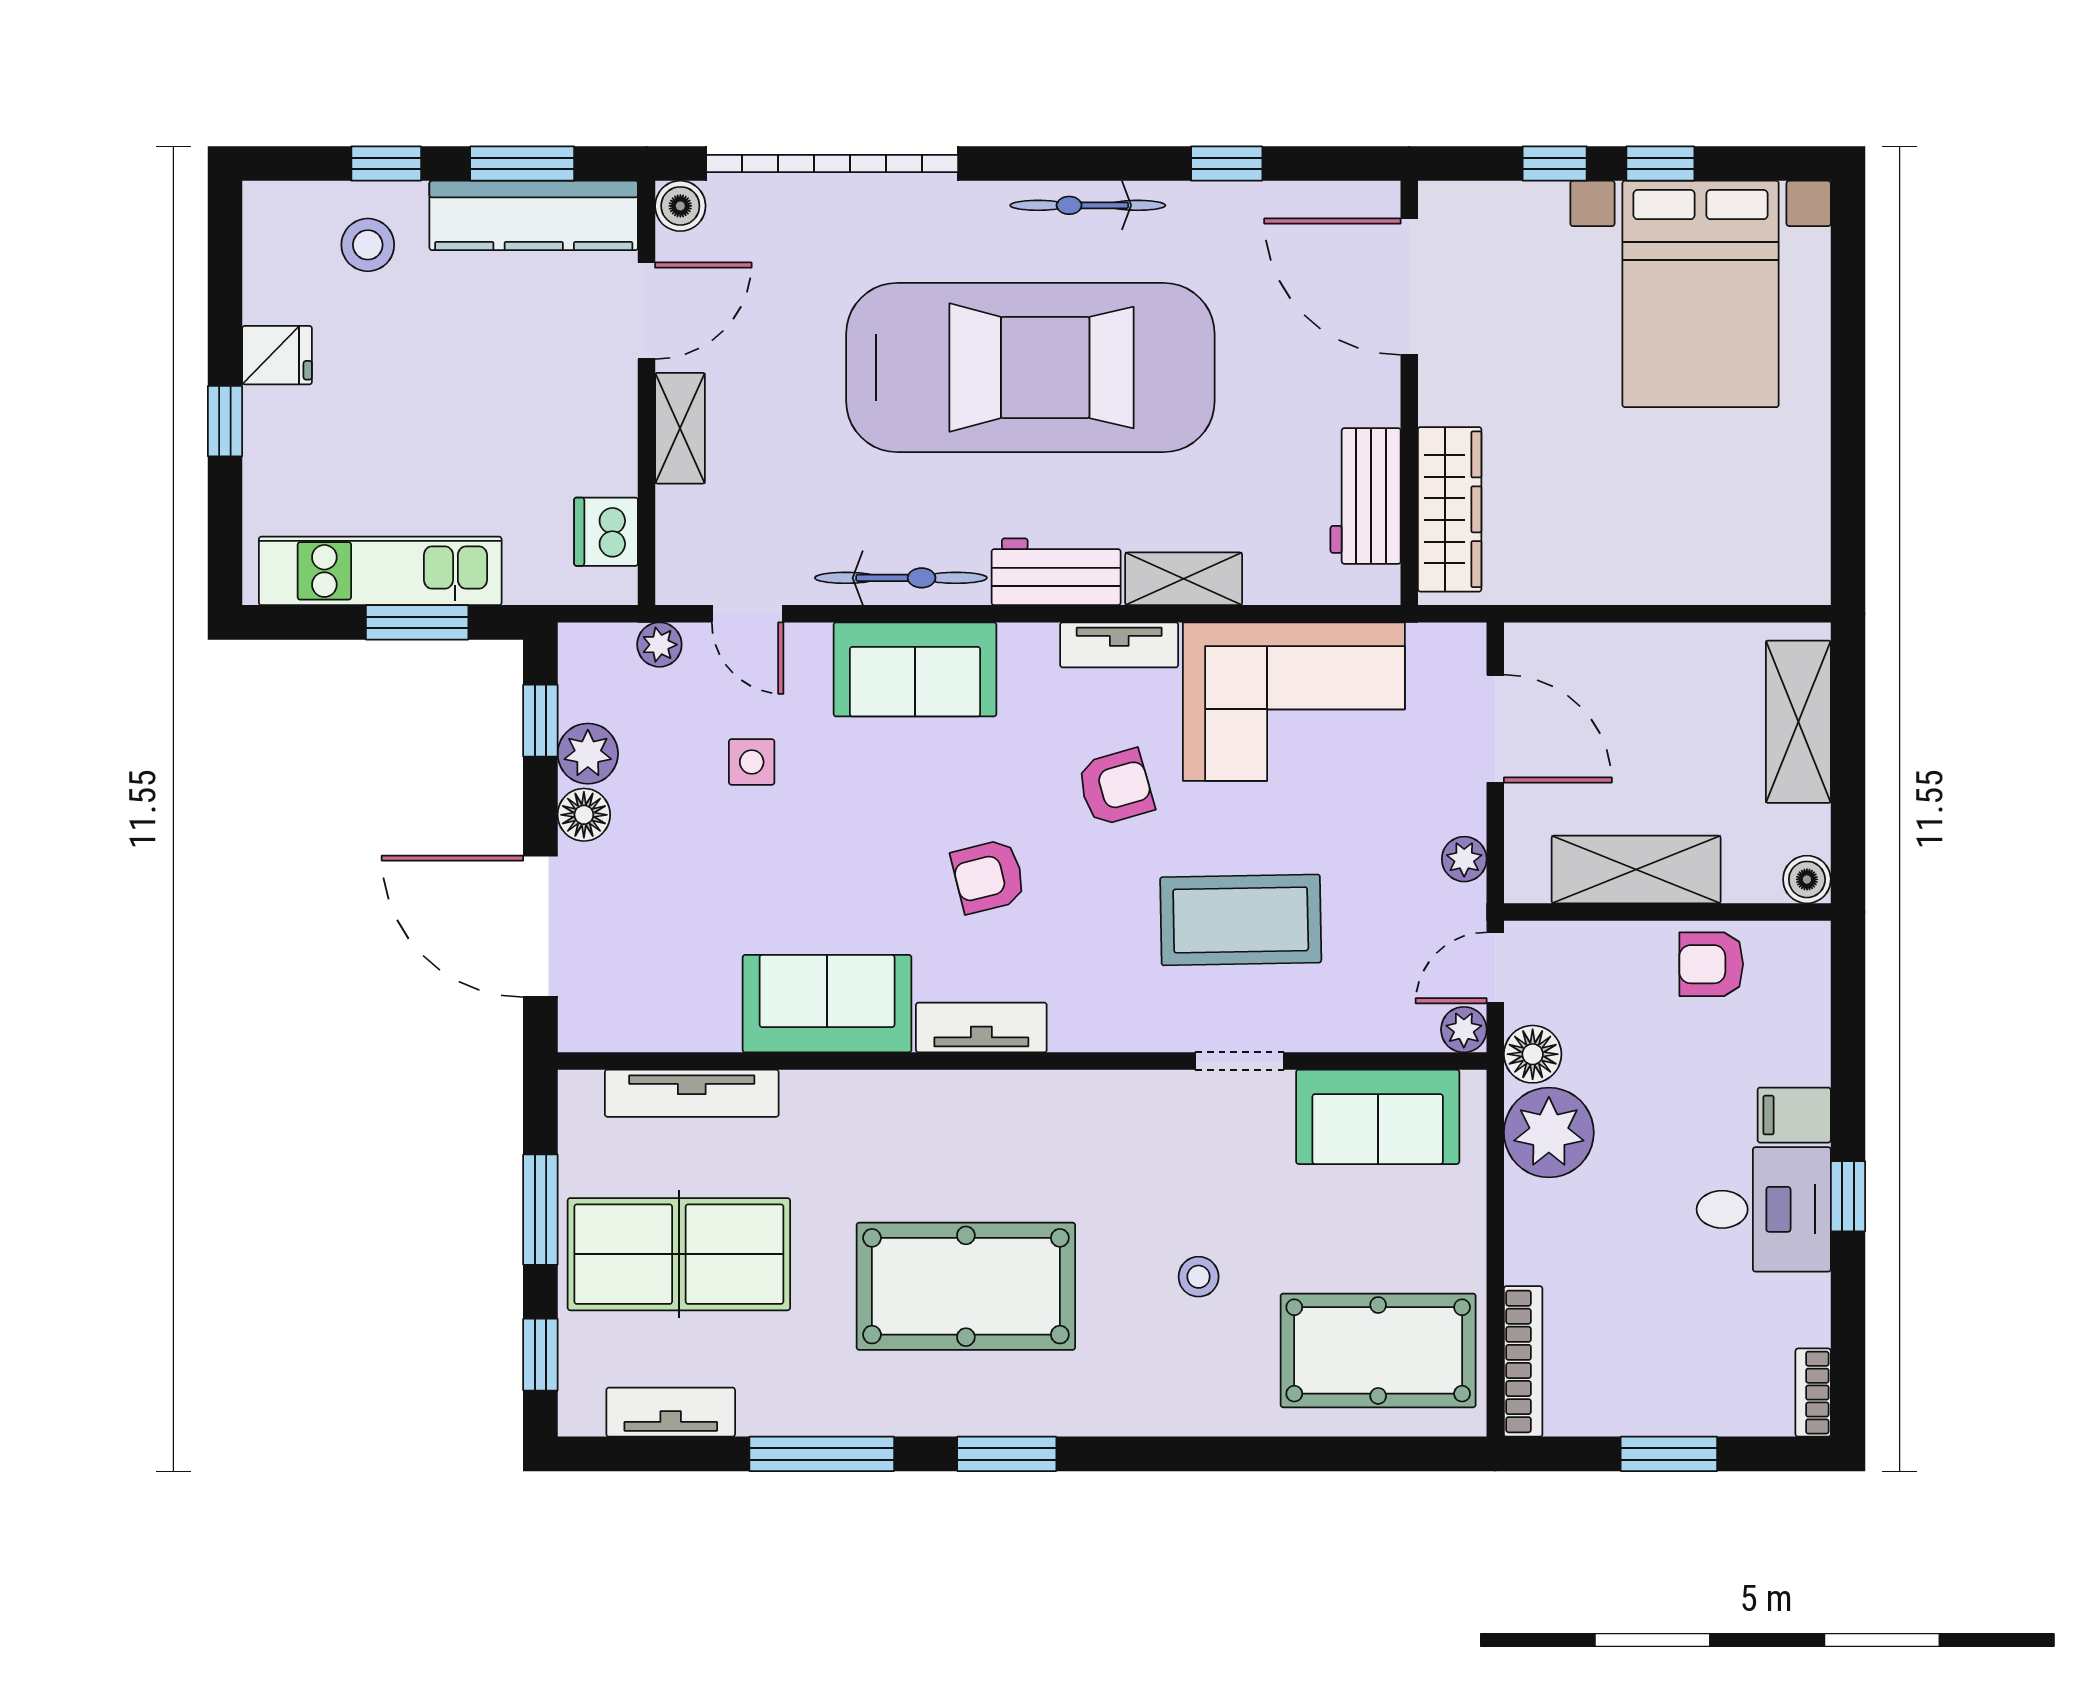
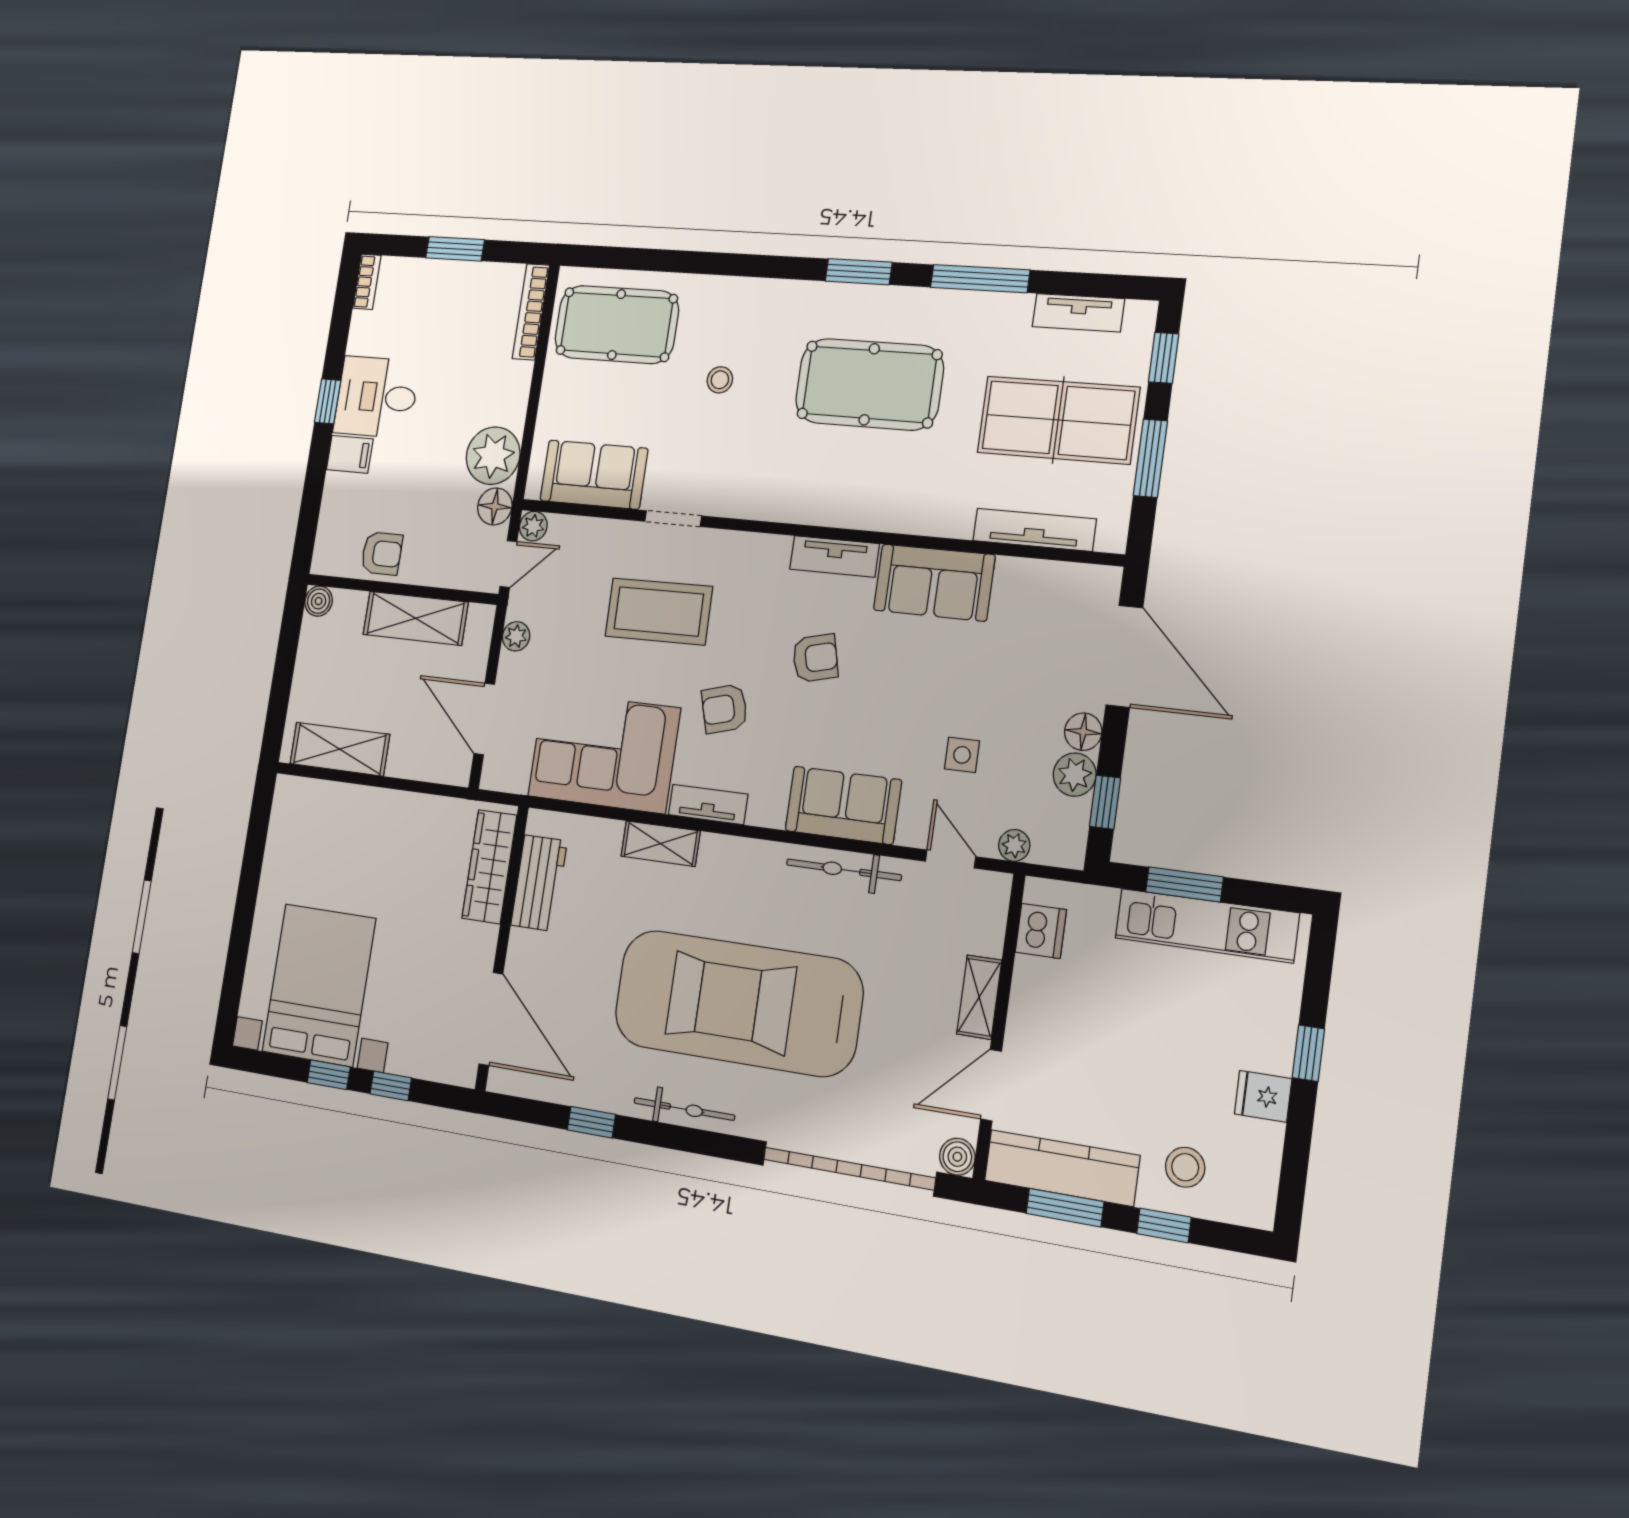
workbench: (1056, 572) -> (741, 860), removed
shelving: (1798, 722) -> (340, 749), moved, turned 90

